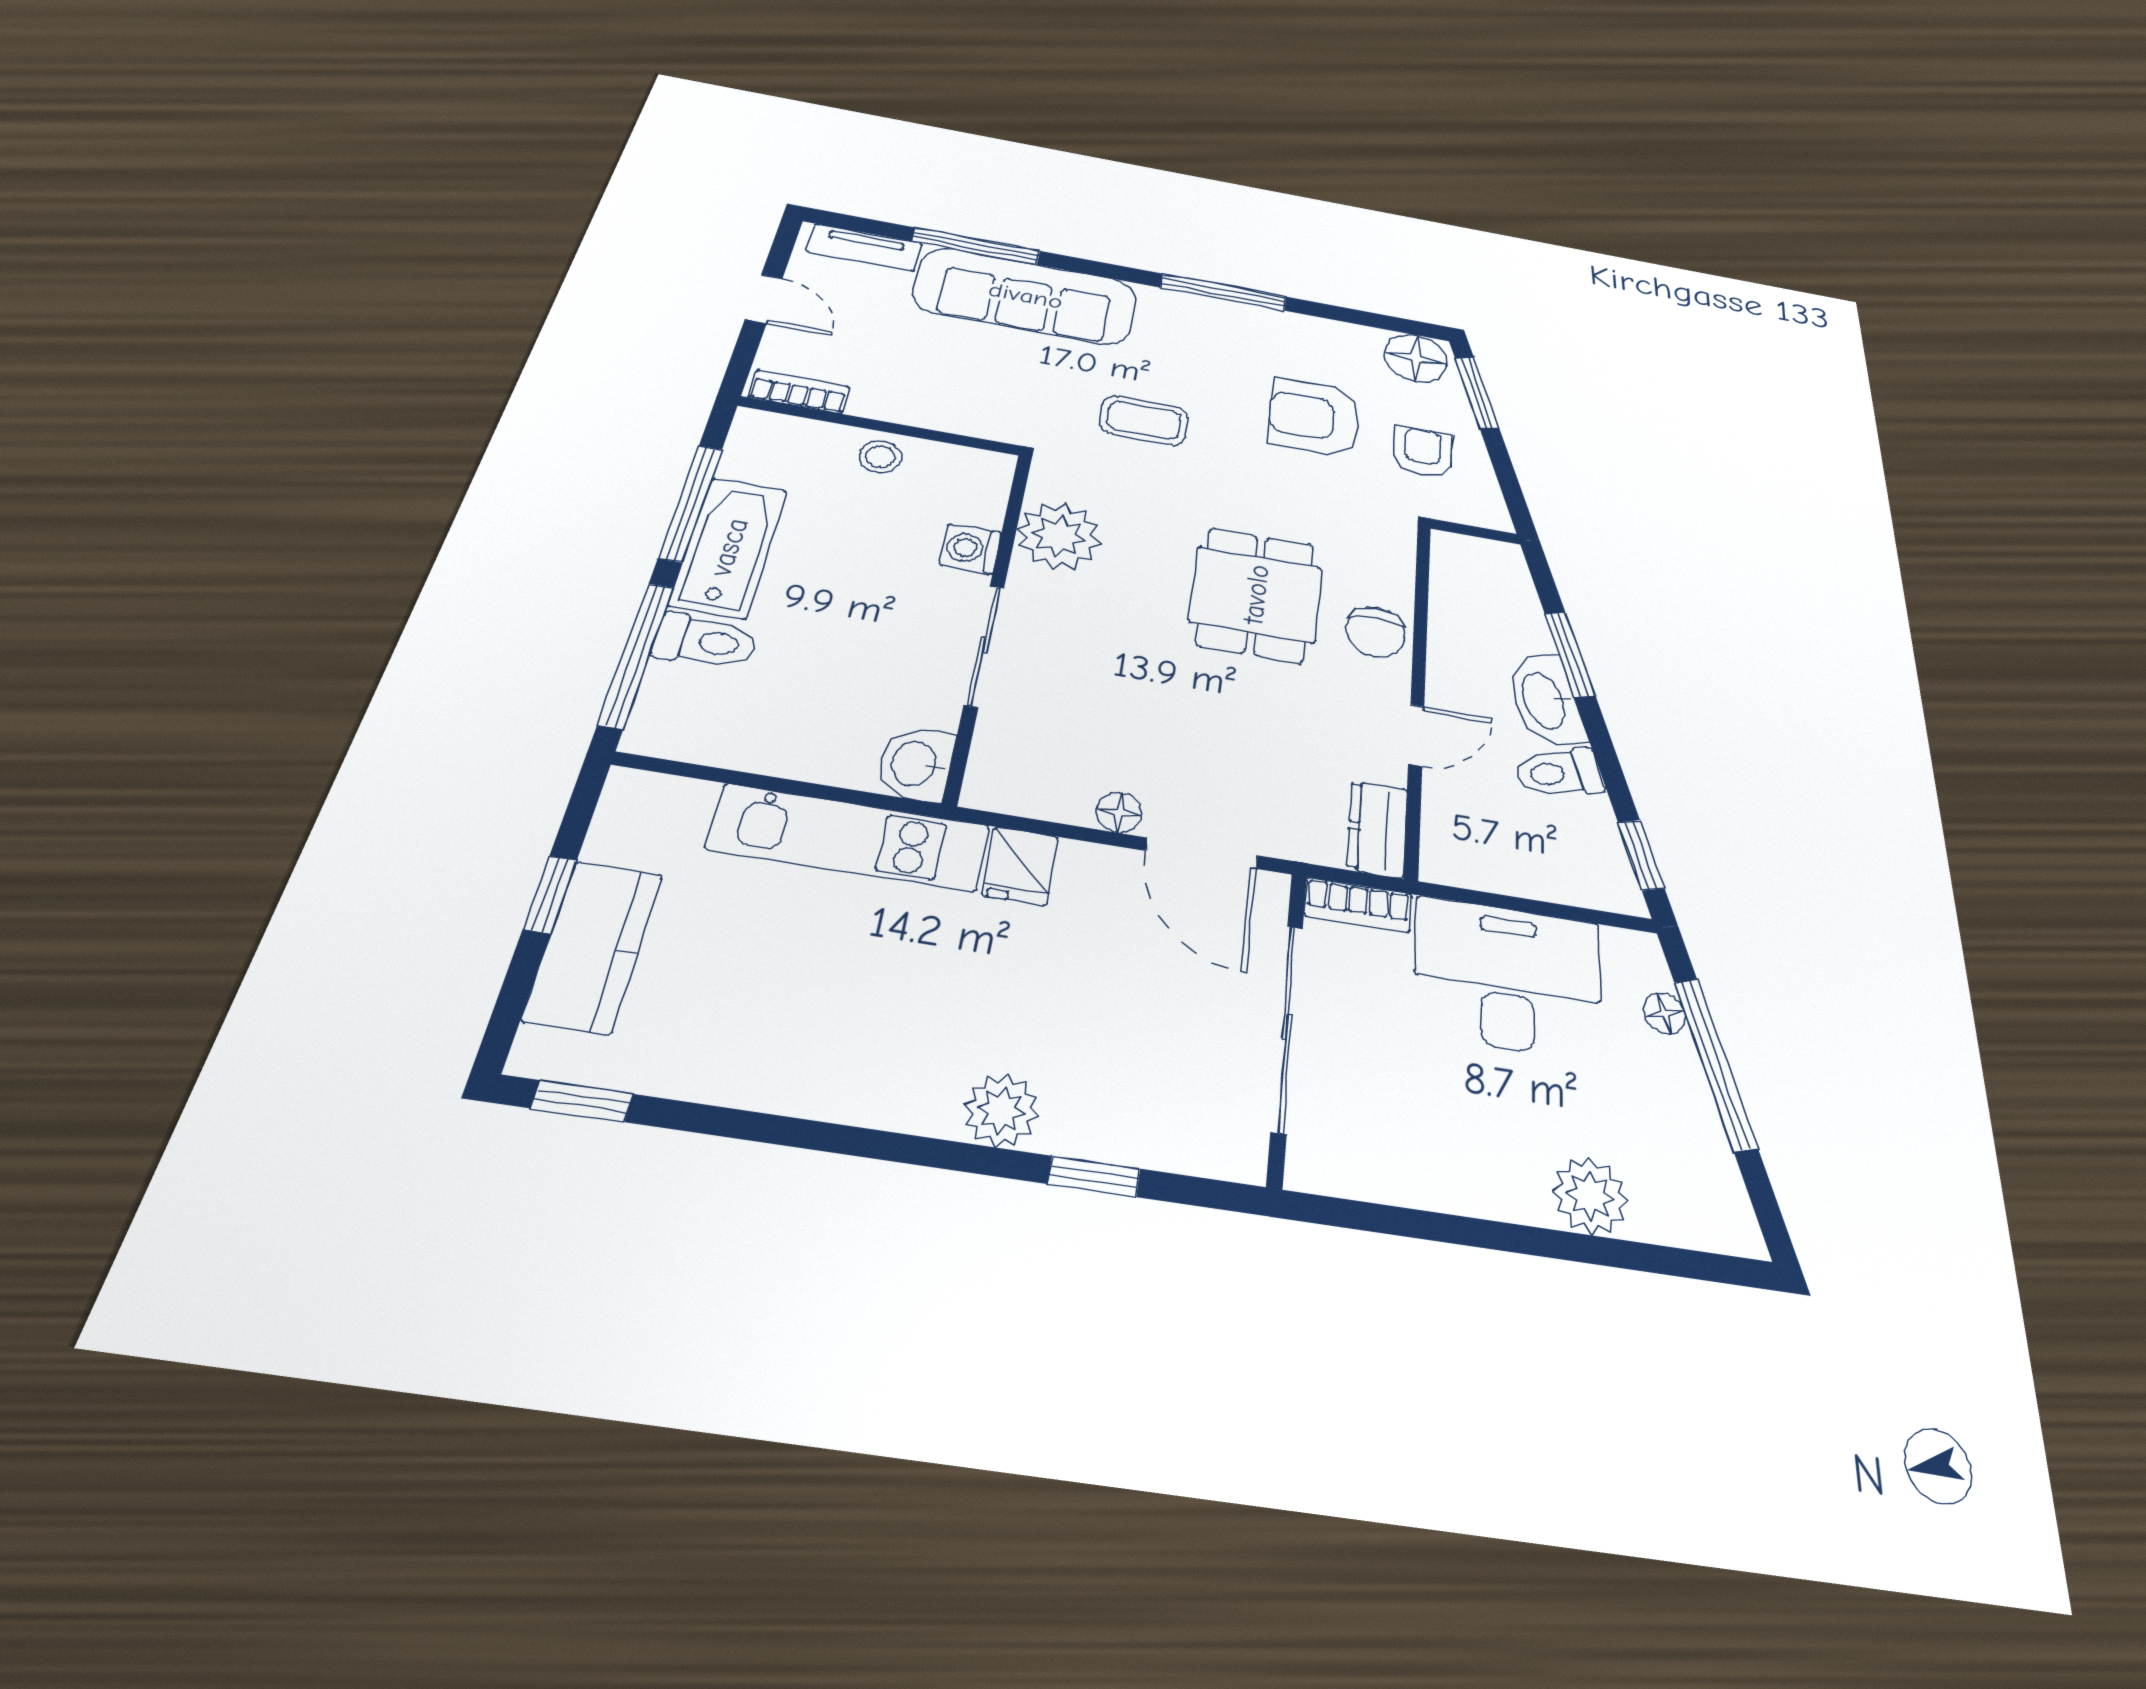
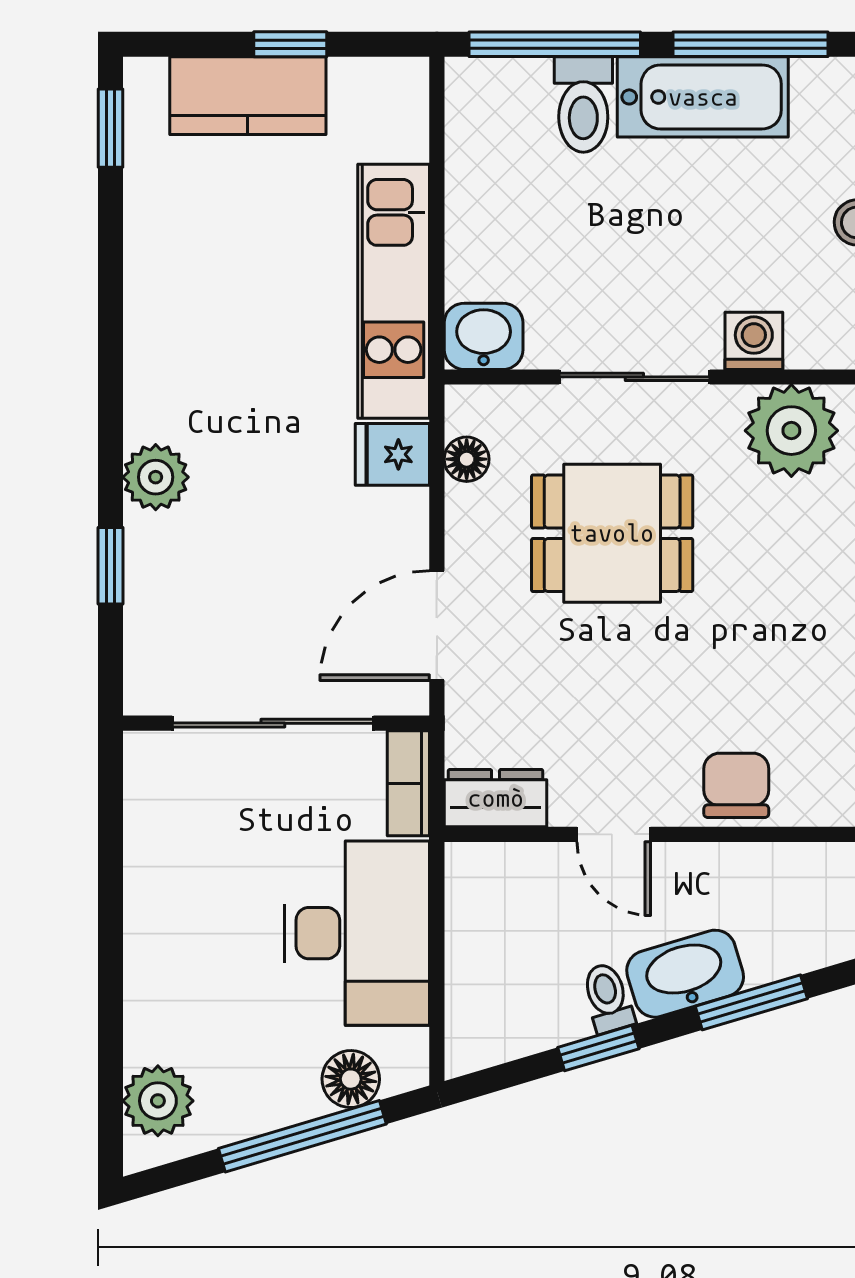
dining table: (1256, 594) -> (612, 533), moved
chair: (1376, 632) -> (736, 785), turned 90
toilet: (1559, 773) -> (608, 998), width x0.73, depth x0.72
floor lamp: (1119, 813) -> (467, 459), moved
window: (1641, 855) -> (598, 1048), moved
floor lamp: (1665, 1013) -> (351, 1079), width x1.37, depth x1.37
plant: (1590, 1196) -> (158, 1101), moved

